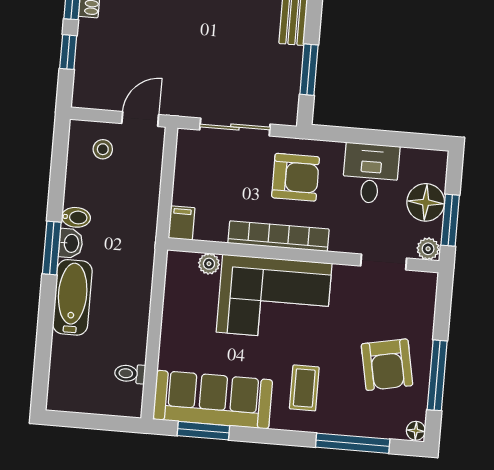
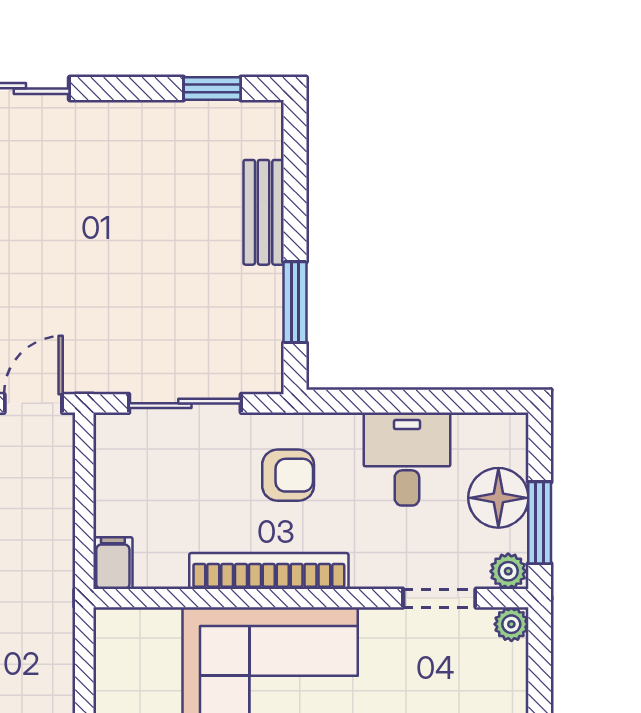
armchair: (296, 177) -> (288, 475), width x0.72, depth x0.72
plant: (209, 264) -> (511, 624), moved

